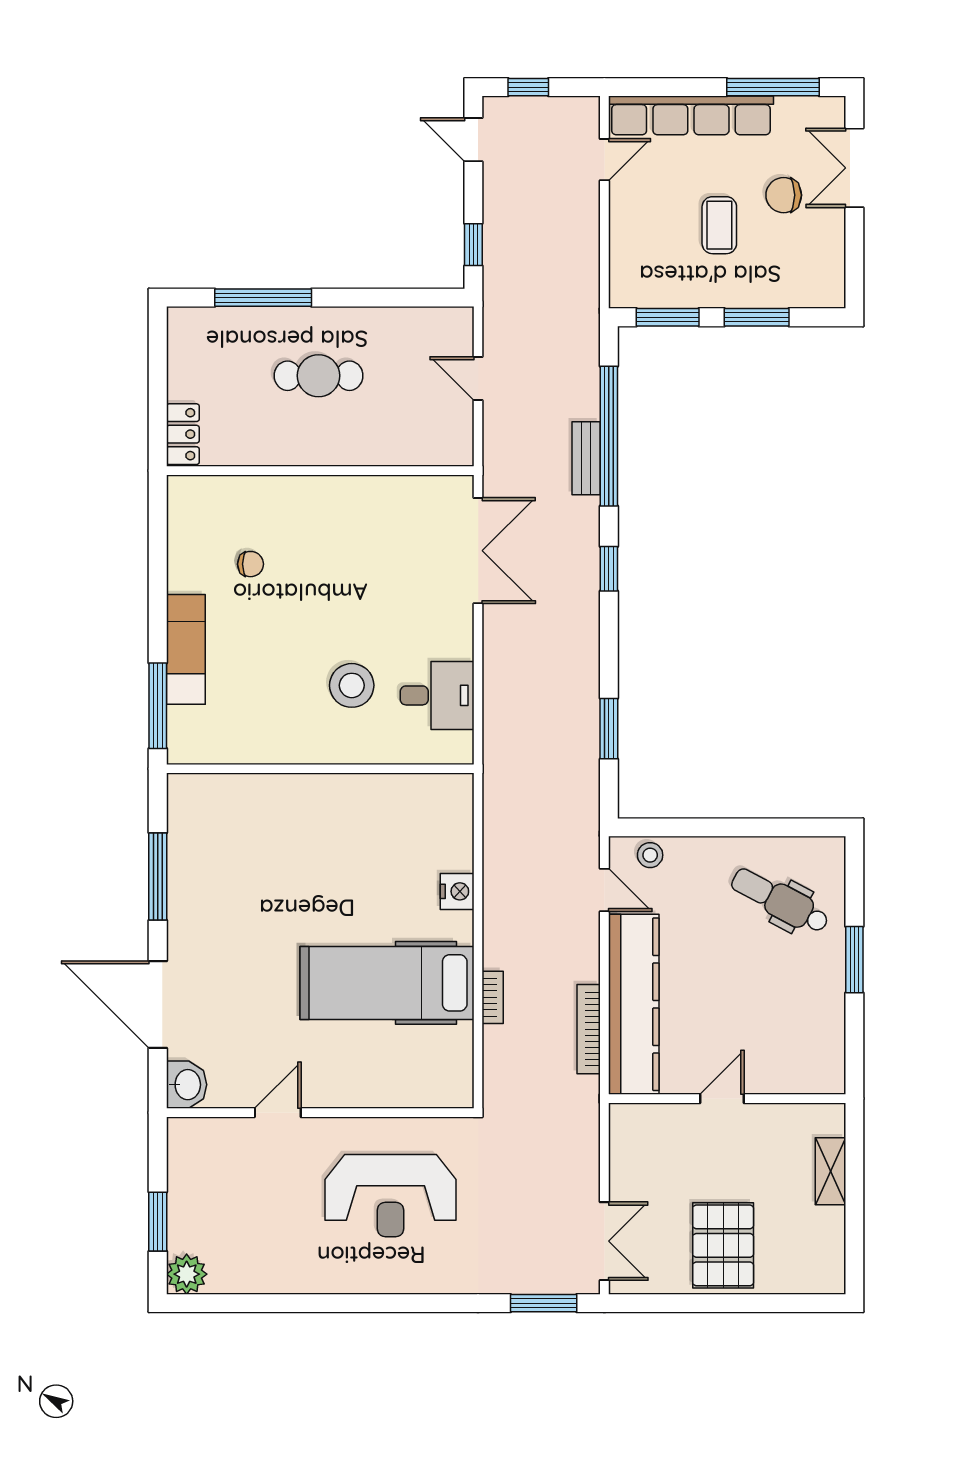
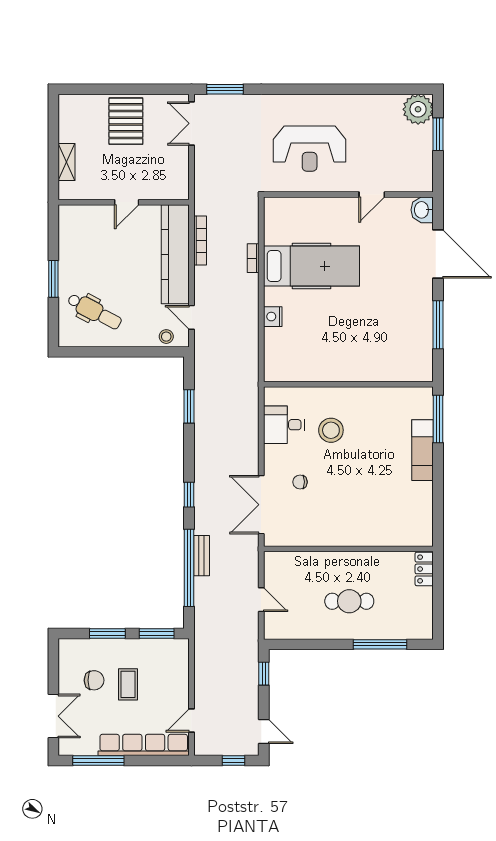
chair: (784, 195) -> (94, 680), moved
chair: (251, 564) -> (300, 482), moved
reception desk: (391, 1196) -> (310, 149), turned 180
plant: (187, 1274) -> (418, 109), width x1.36, depth x1.36

